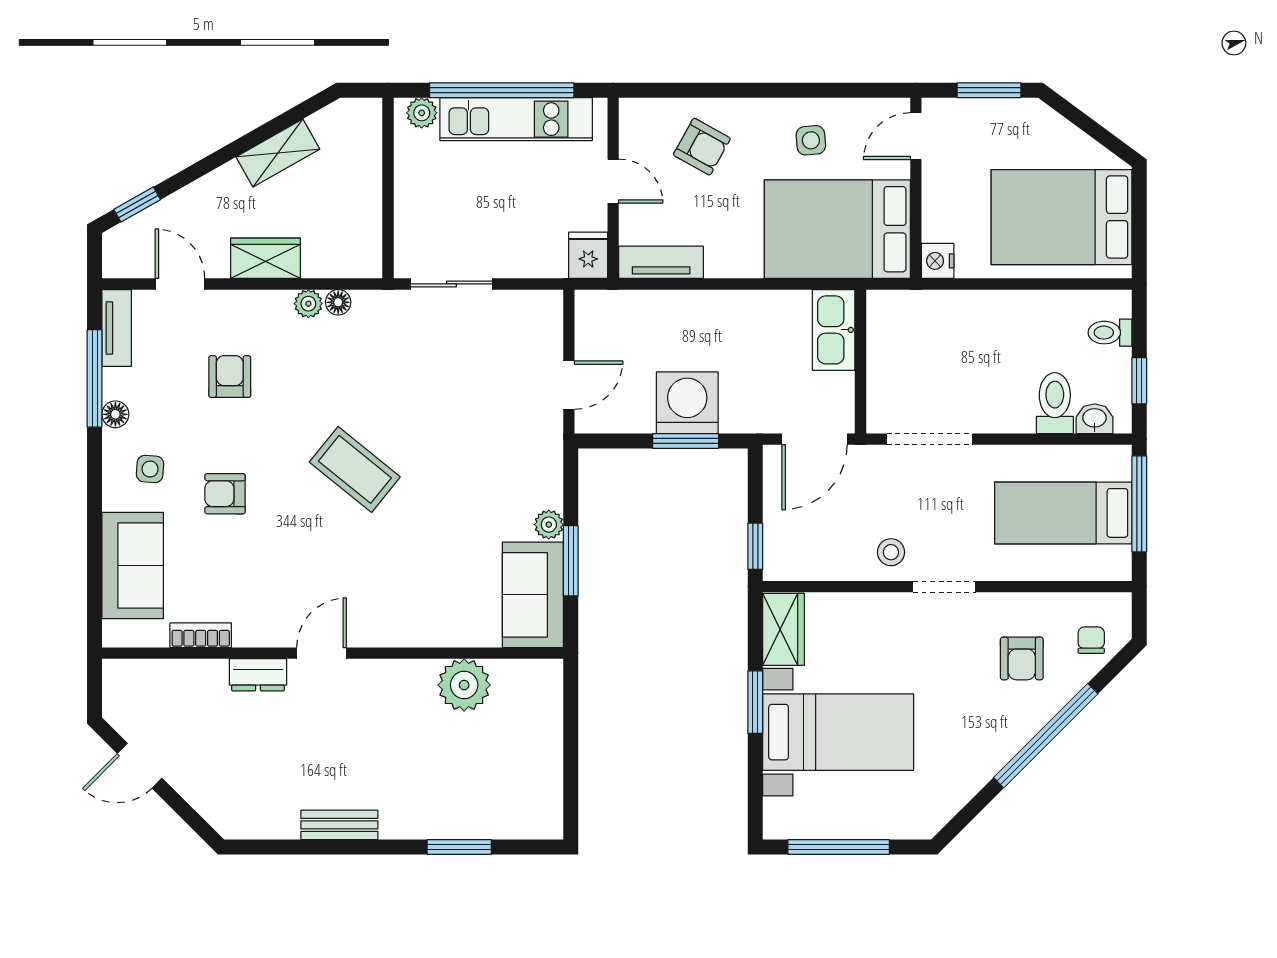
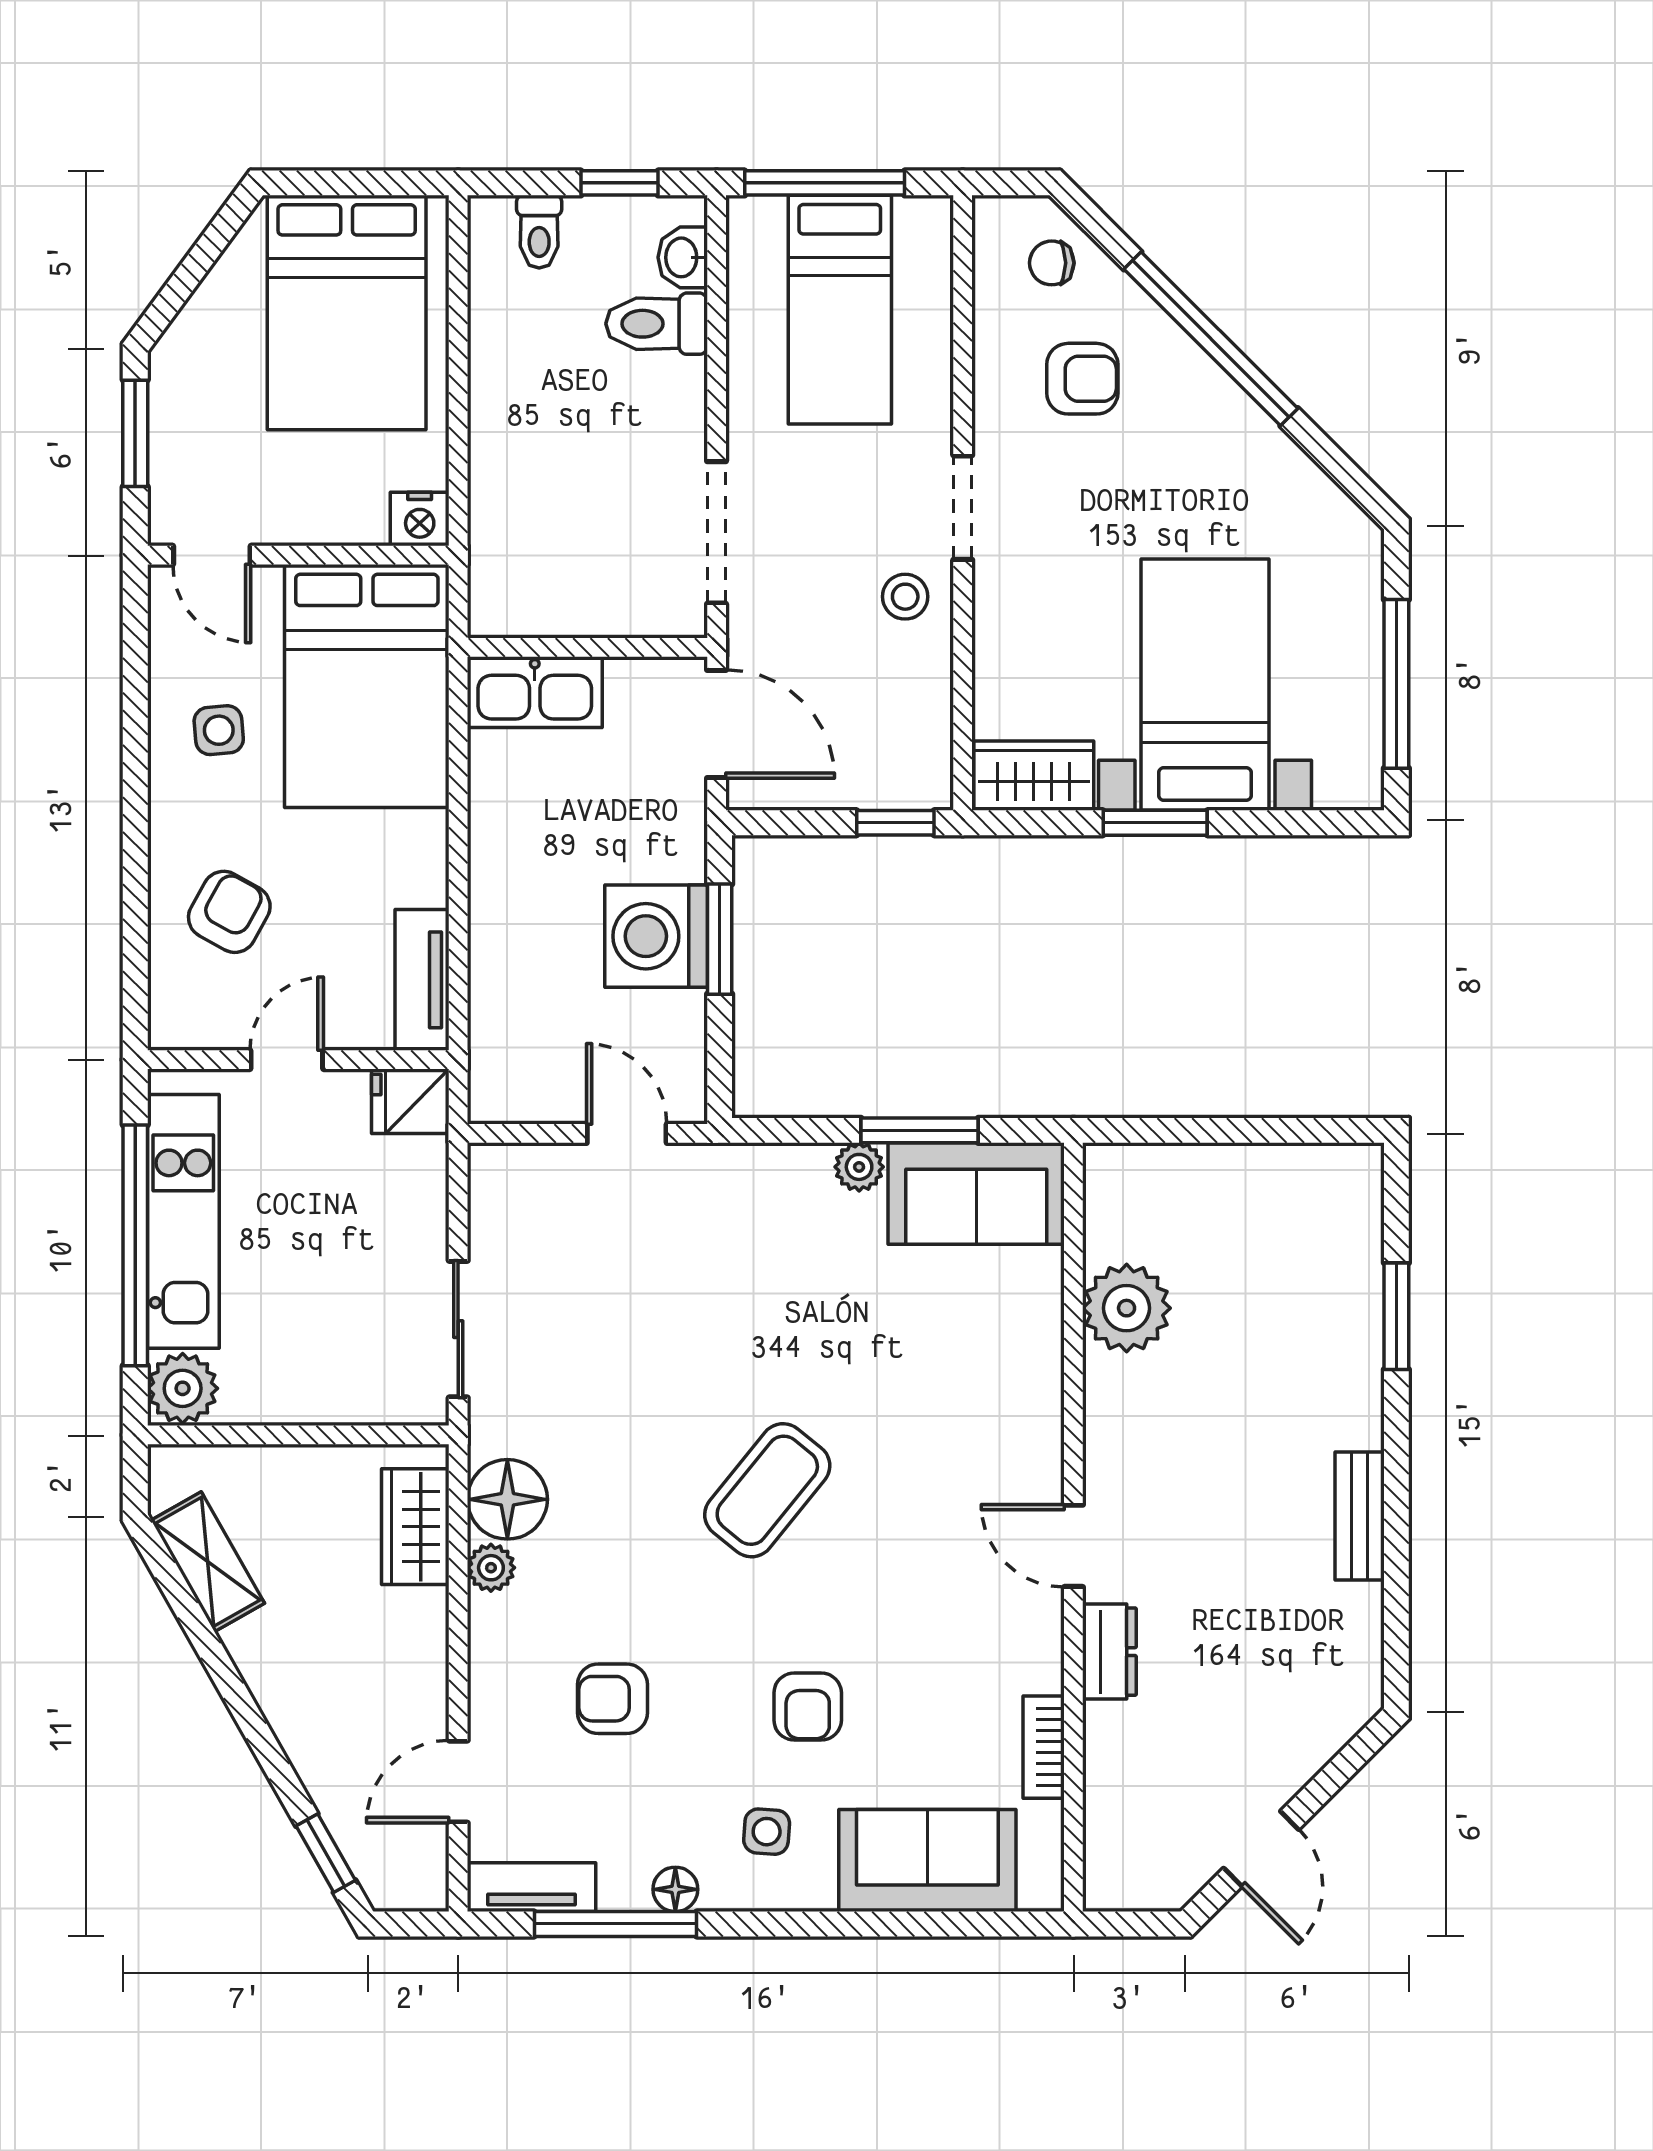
plant: (422, 113) -> (183, 1388), width x1.38, depth x1.38
shelving: (278, 153) -> (208, 1562), moved
wardrobe: (265, 258) -> (415, 1527), moved
floor lamp: (338, 302) -> (507, 1499), width x1.89, depth x1.89

